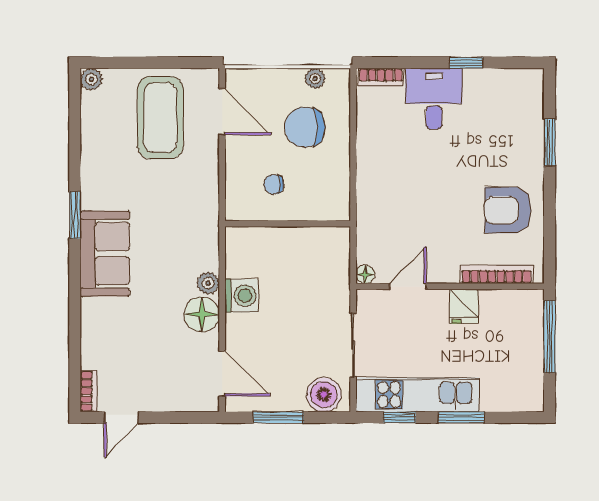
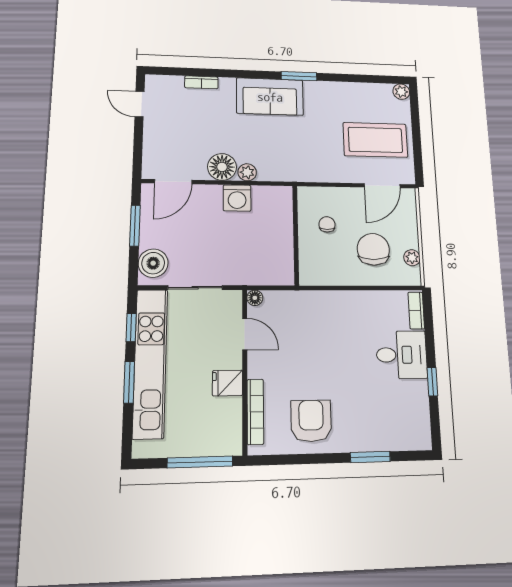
bookcase: (89, 391) -> (201, 82), moved
kitchen unit: (417, 395) -> (150, 363), width x1.36

